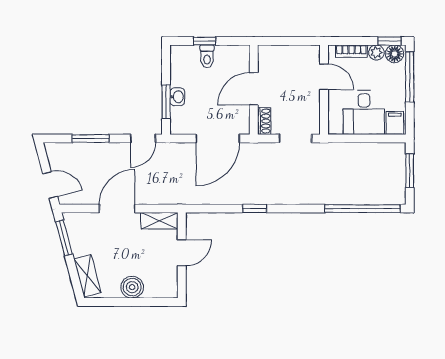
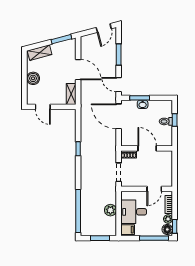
door: (218, 138) -> (119, 116), moved
plant: (361, 153) -> (110, 210), added
door: (50, 185) -> (104, 28), moved
door: (182, 253) -> (43, 107), moved

